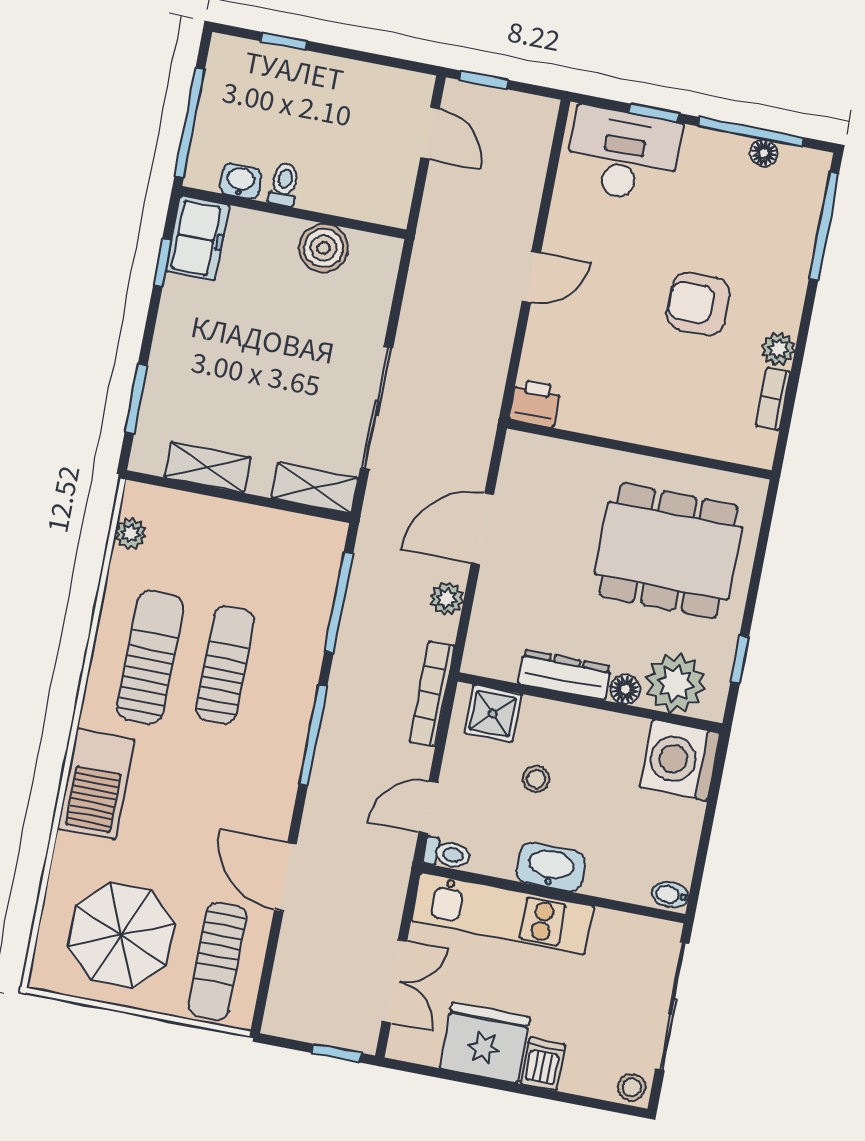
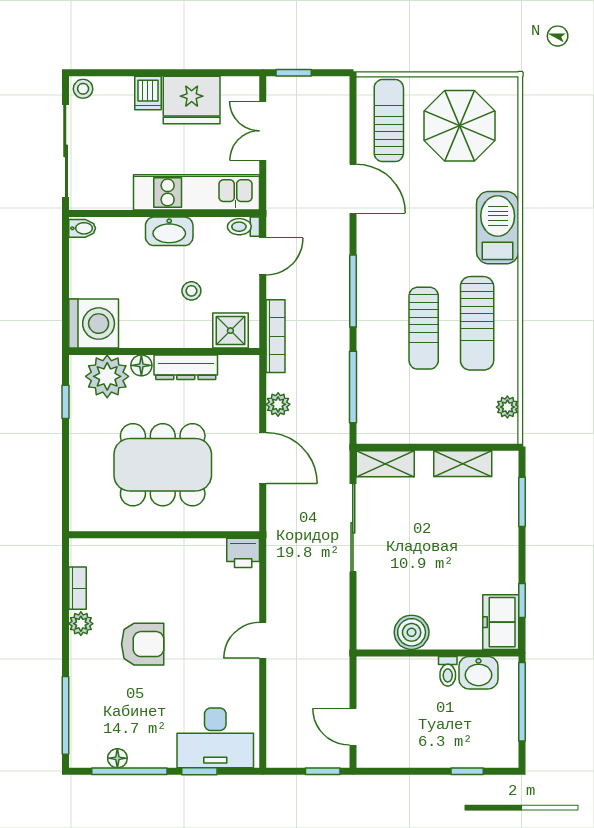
washbasin: (241, 181) -> (478, 673), width x1.38, depth x1.45
door: (482, 529) -> (263, 458), hinge flipped
dining table: (668, 551) -> (163, 465), moved

